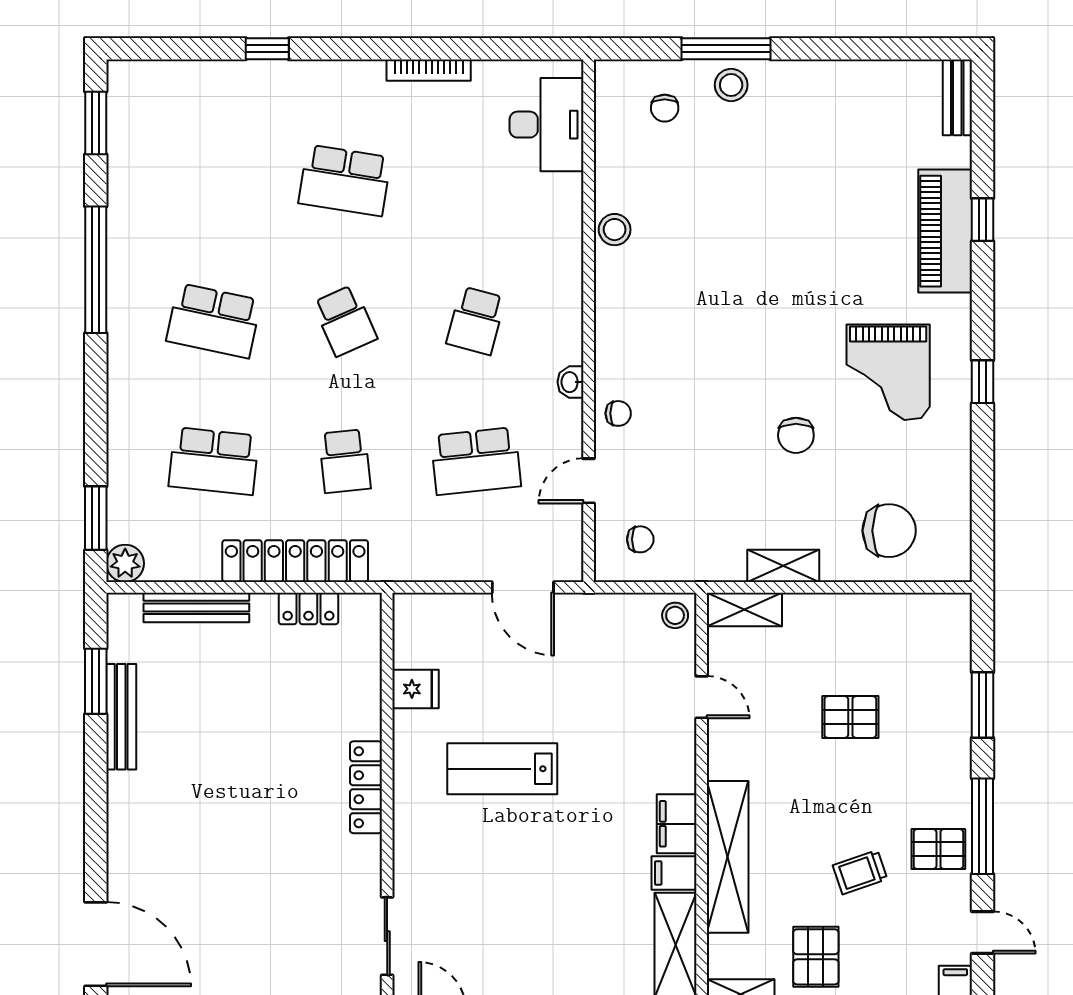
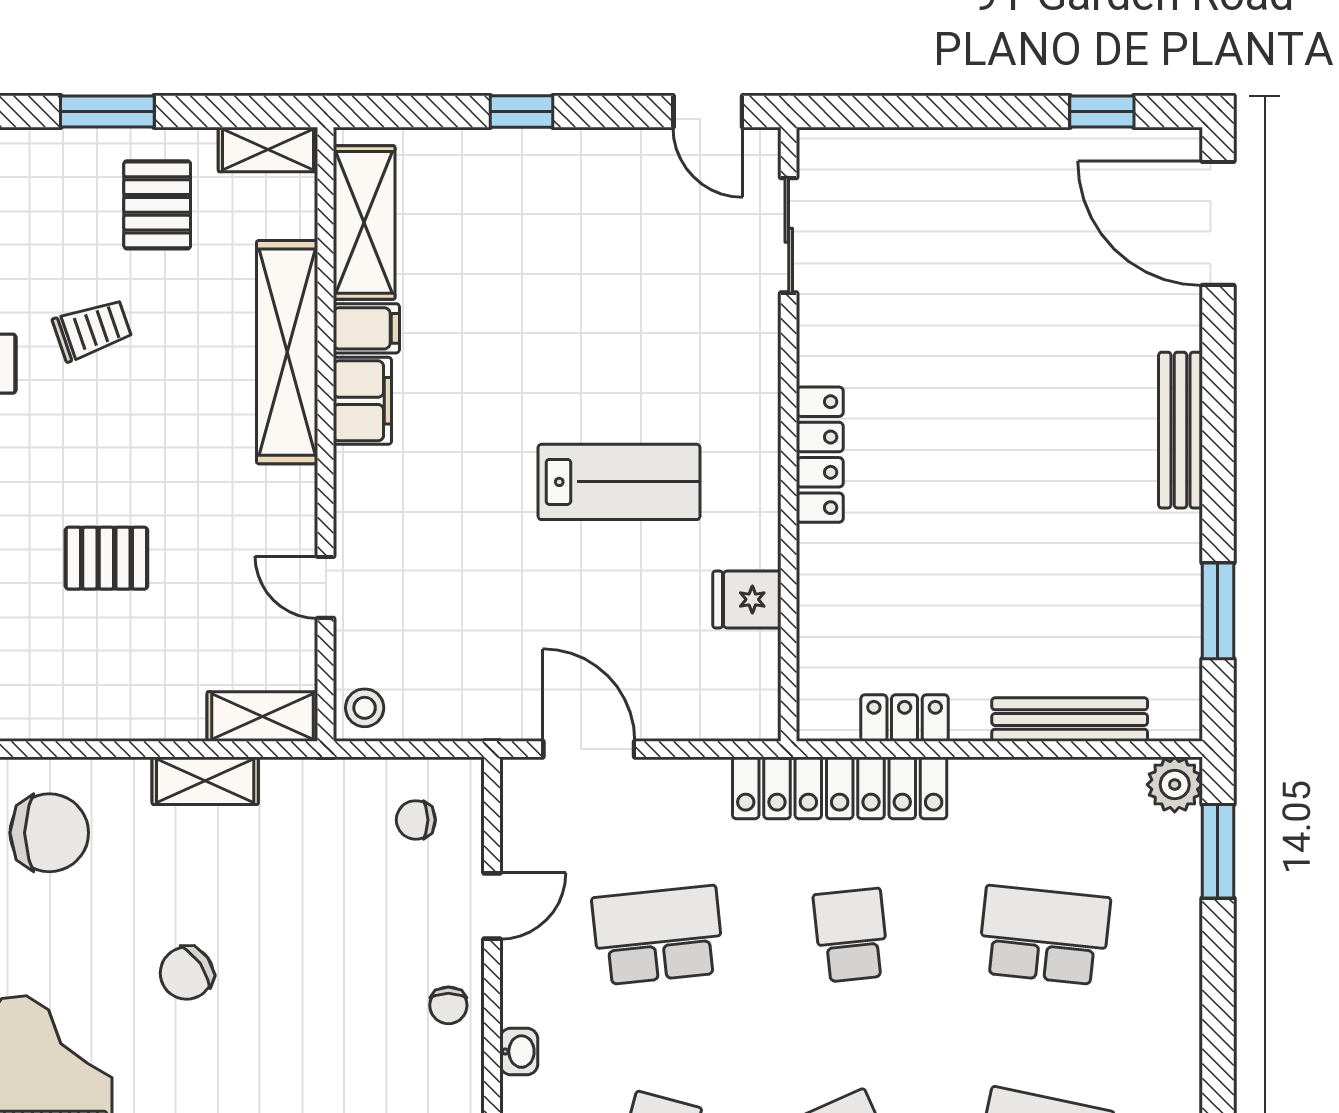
chair: (618, 413) -> (448, 1005), turned -90
chair: (796, 435) -> (187, 973), turned -125
chair: (889, 531) -> (49, 833), turned 180
locker: (295, 561) -> (840, 788), moved
bench: (121, 717) -> (1180, 430), moved

